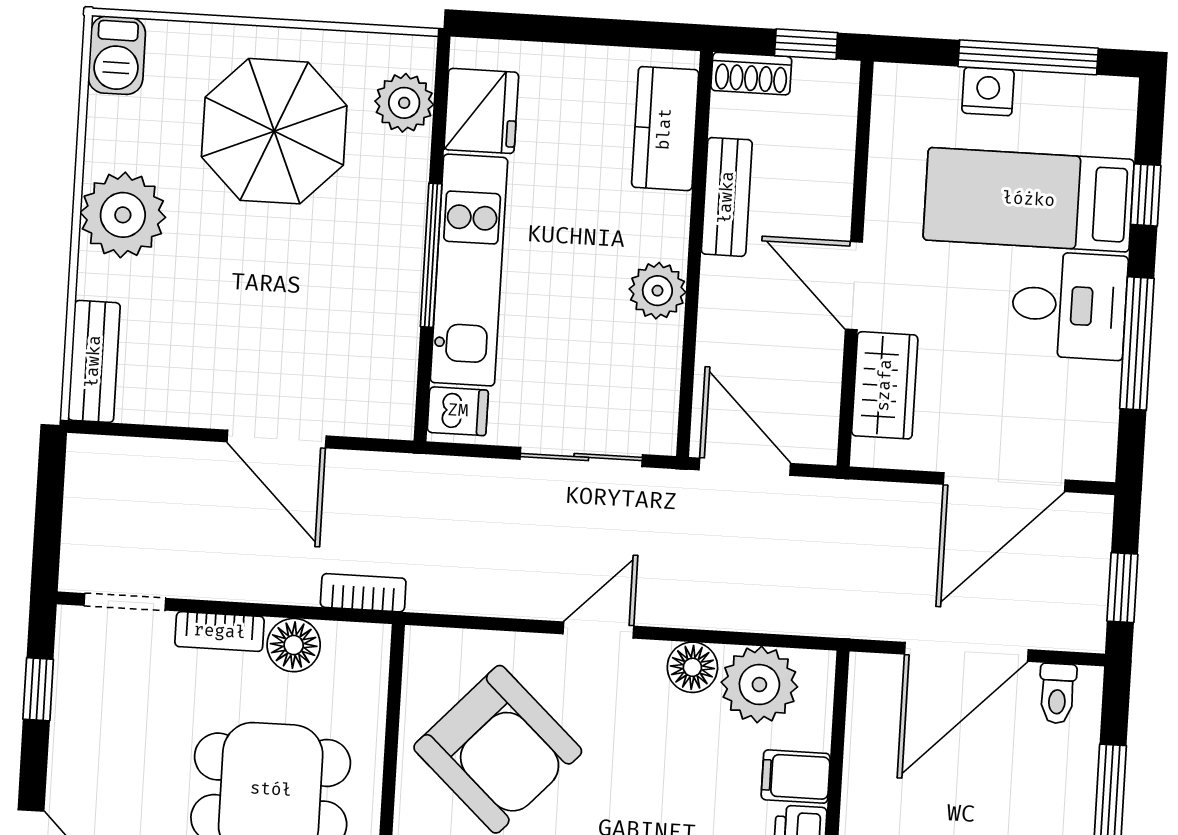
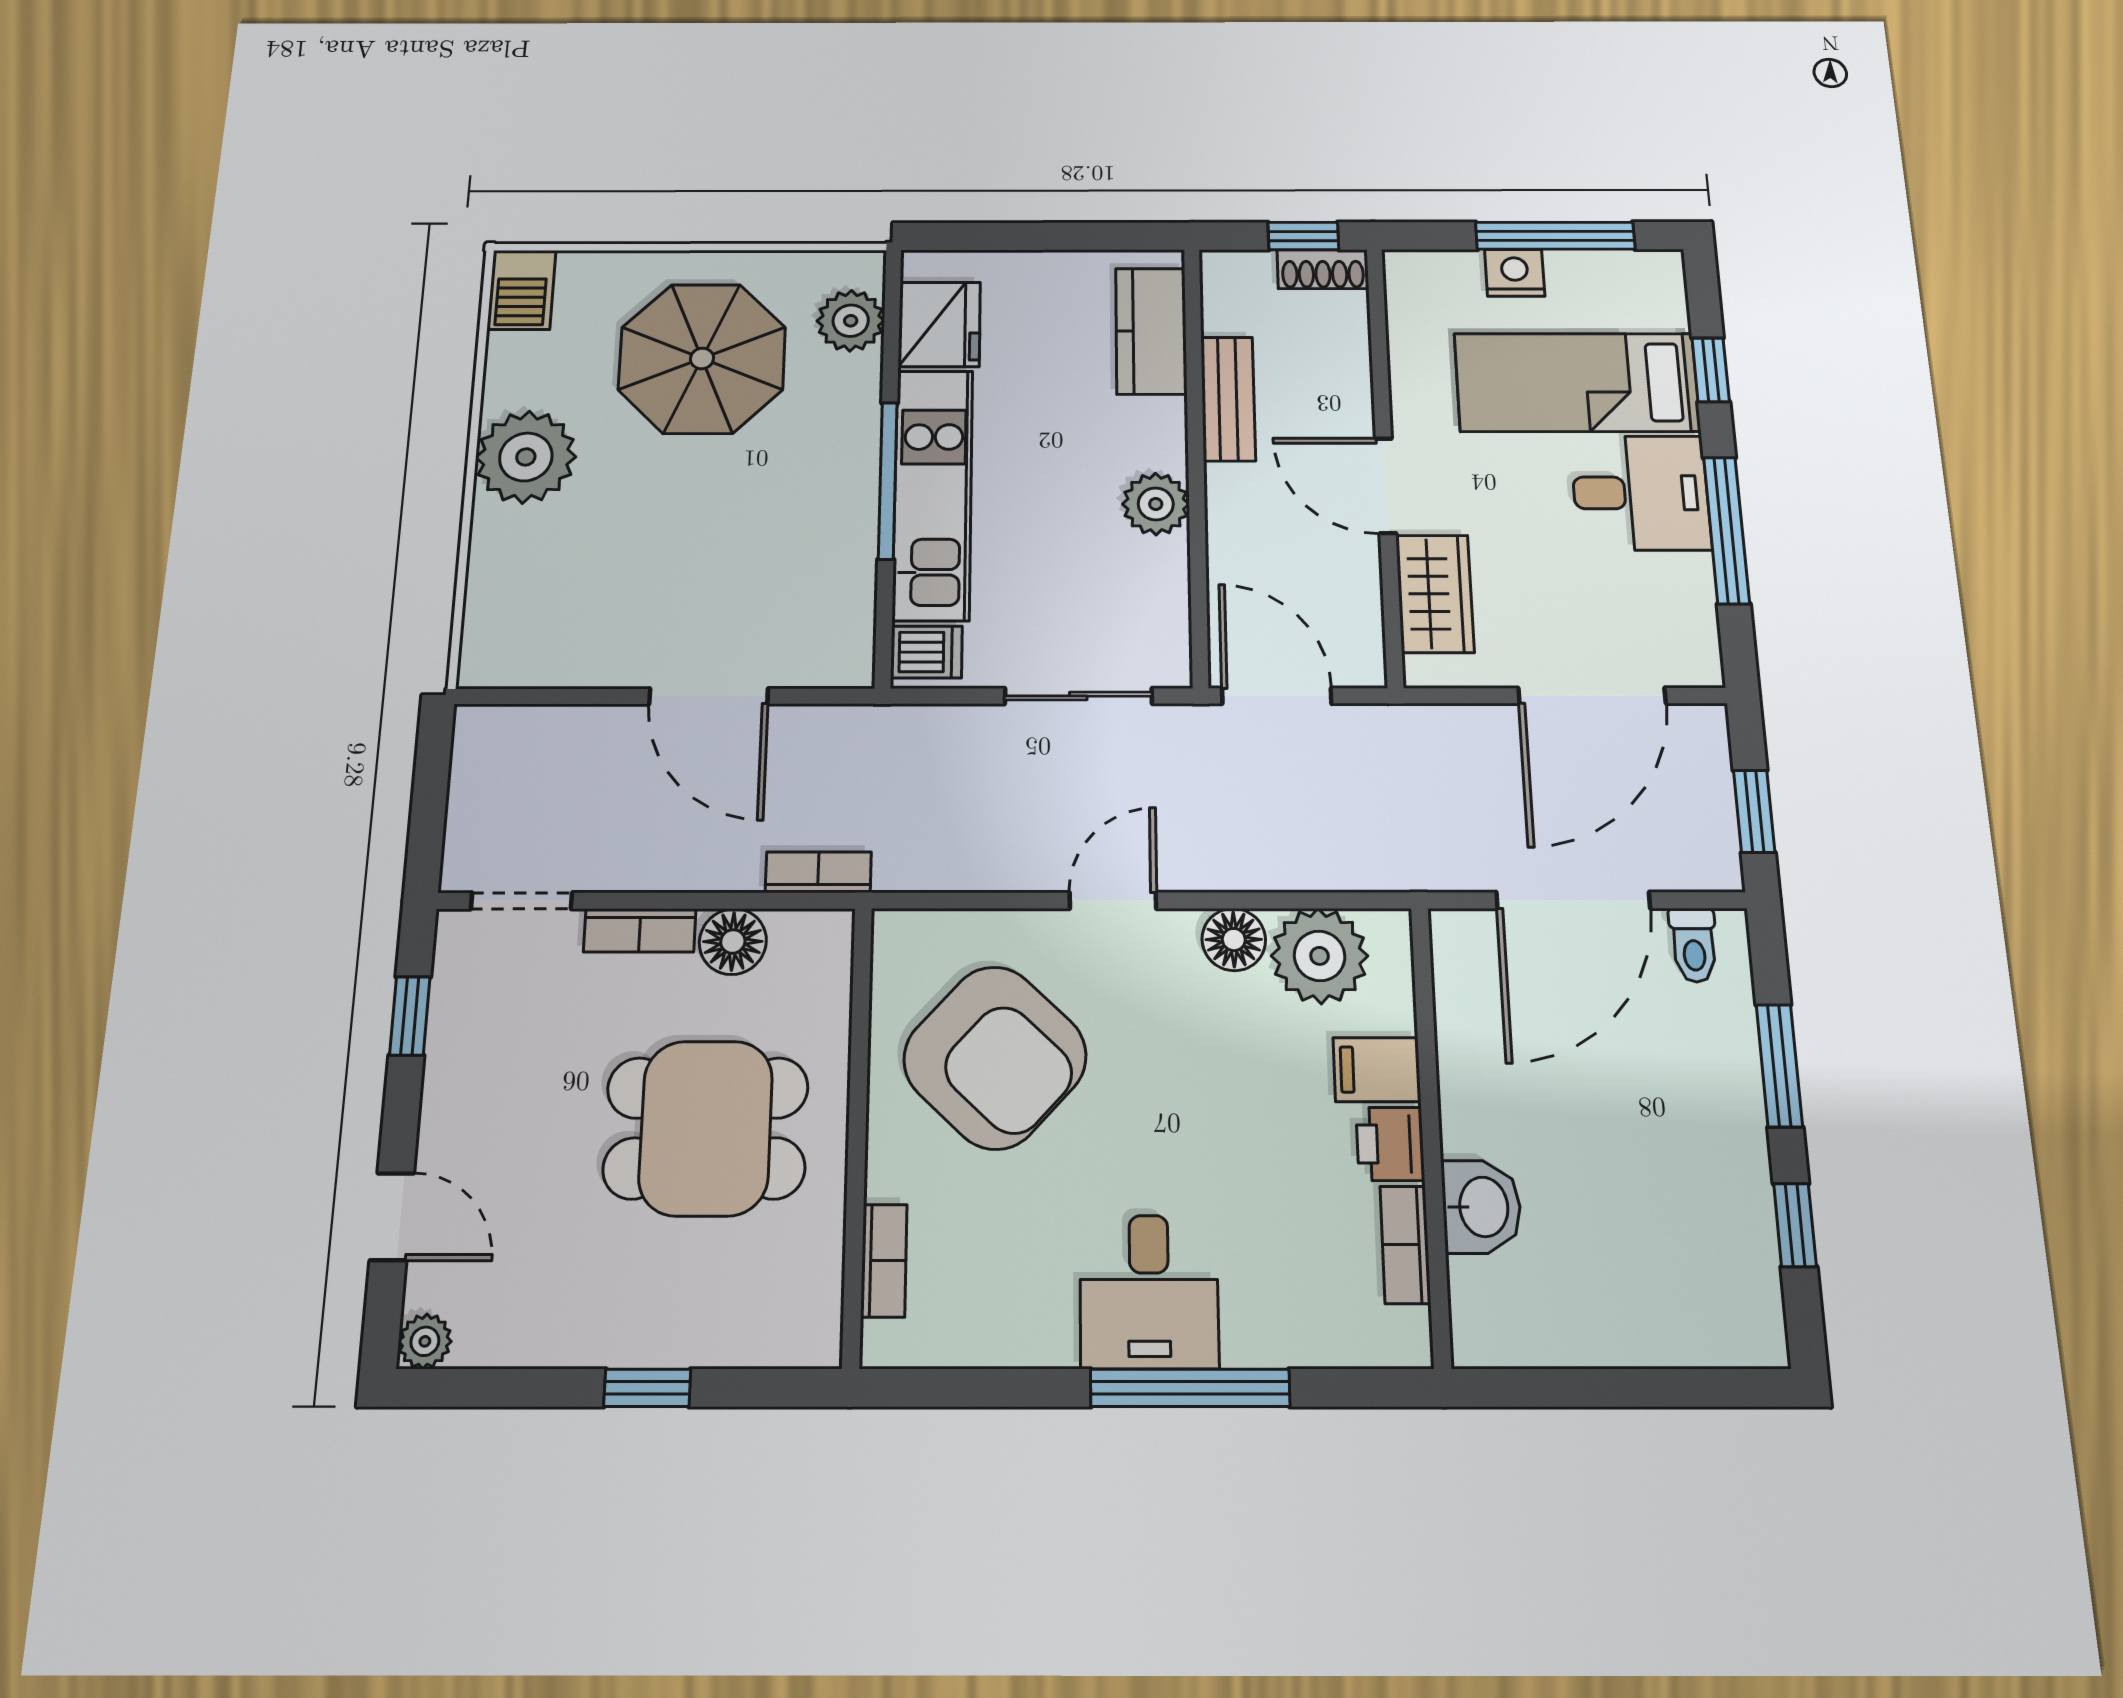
shoe rack: (751, 74) -> (1323, 269), moved
bench: (94, 361) -> (489, 620), removed

